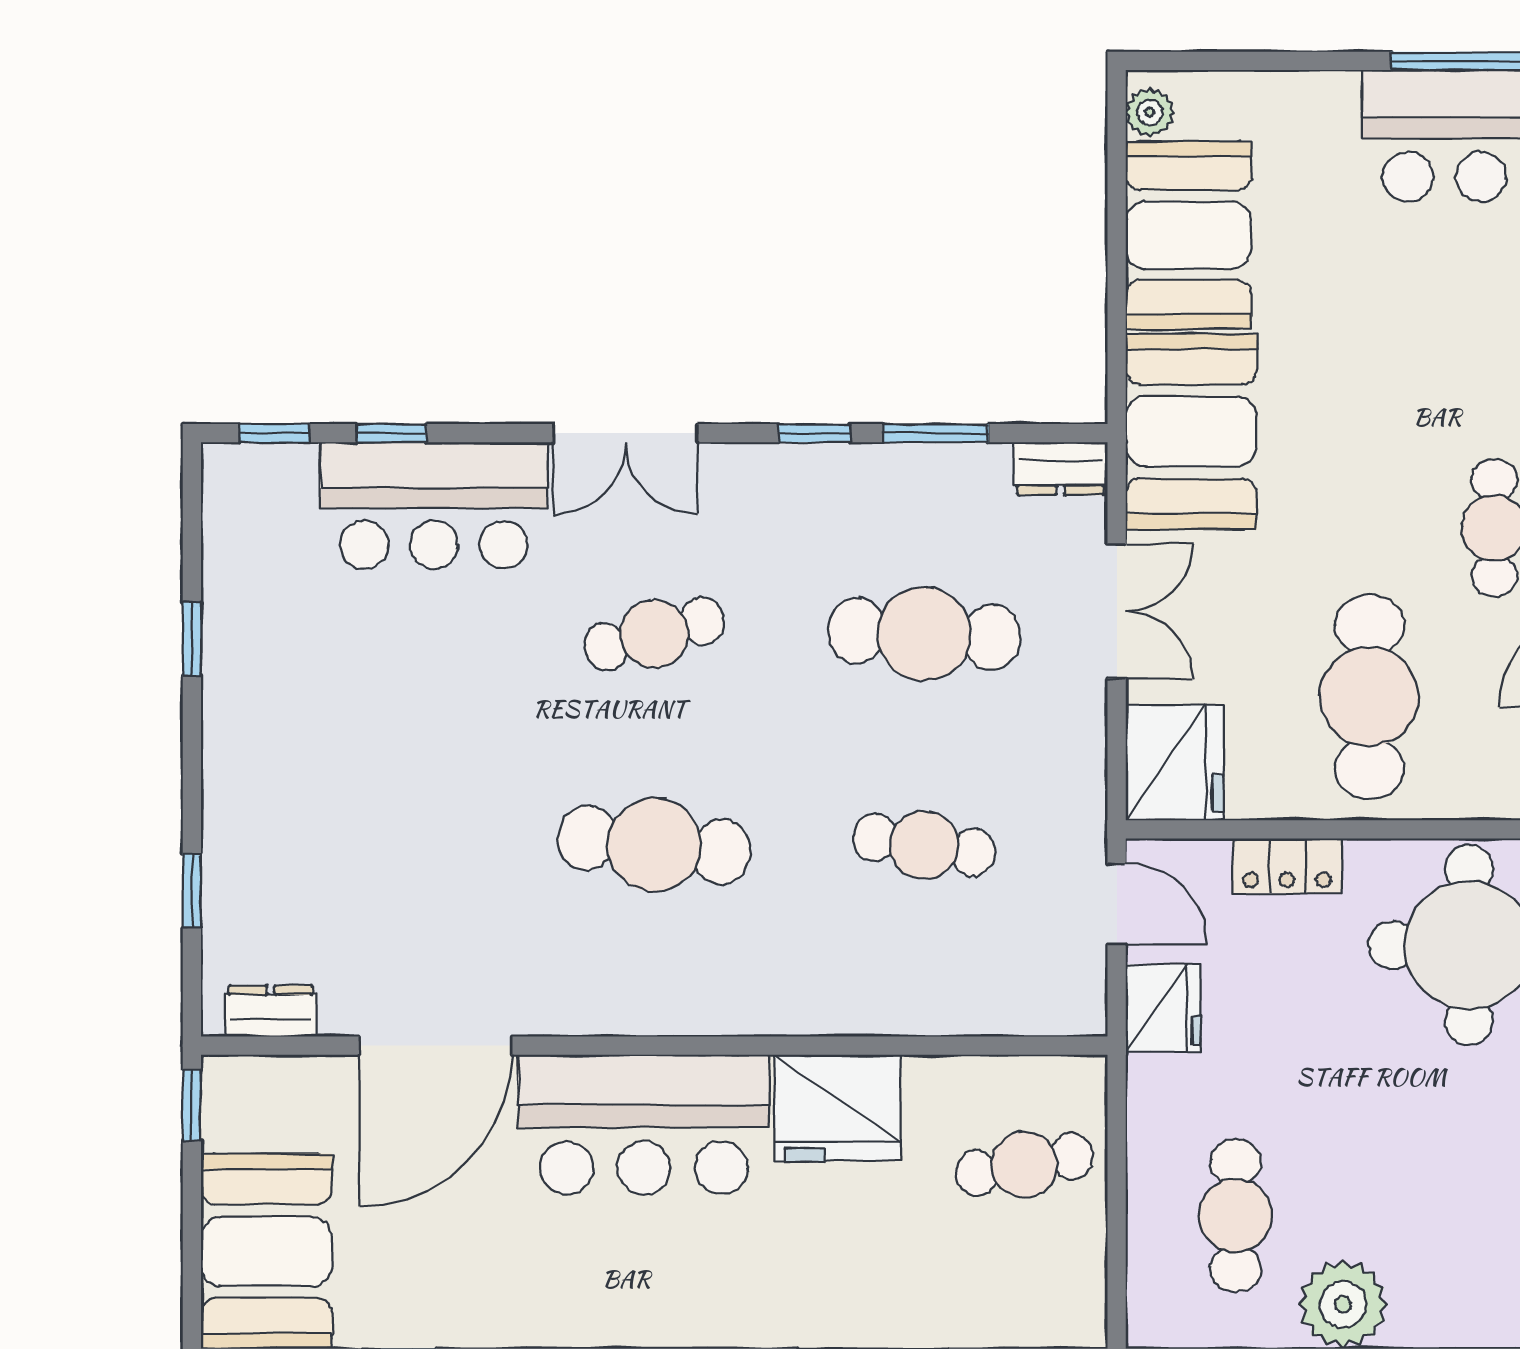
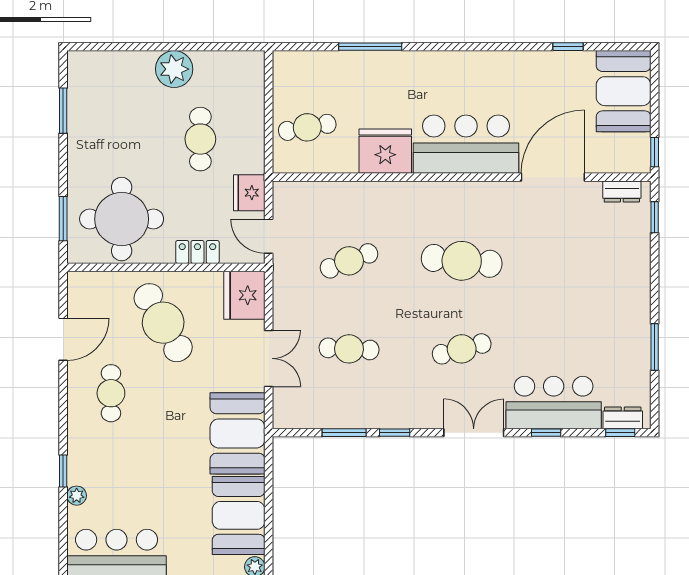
window: (391, 433) -> (546, 433), moved
dresser: (1061, 469) -> (623, 418), moved
double door: (1117, 611) -> (269, 358), swing flipped
cafe table: (924, 634) -> (349, 349), width x0.73, depth x0.74
window: (192, 639) -> (655, 347), width x1.50
cafe table: (1369, 697) -> (163, 323), turned -30
cafe table: (924, 845) -> (349, 261), turned -30
window: (192, 891) -> (655, 217), moved
cafe table: (1236, 1215) -> (200, 139), moved

